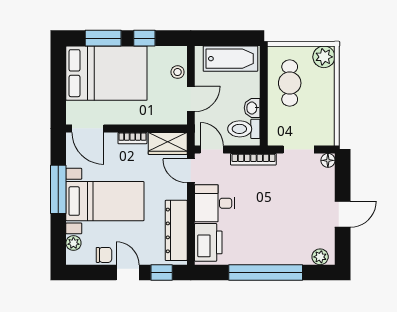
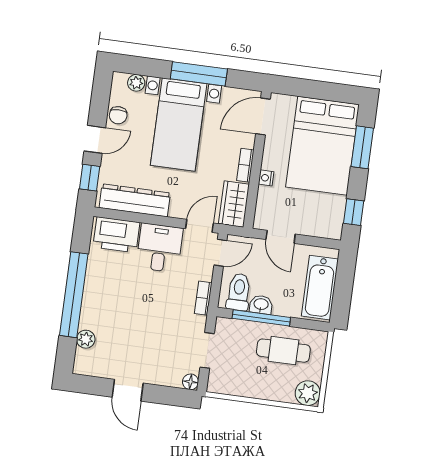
window: (144, 38) -> (354, 212), moved
stool: (178, 72) -> (313, 226), removed
window: (264, 106) -> (261, 318), added
nightstand: (141, 118) -> (266, 178), added
bookcase: (253, 159) -> (203, 298), width x0.64
plant: (320, 257) -> (86, 339), moved

